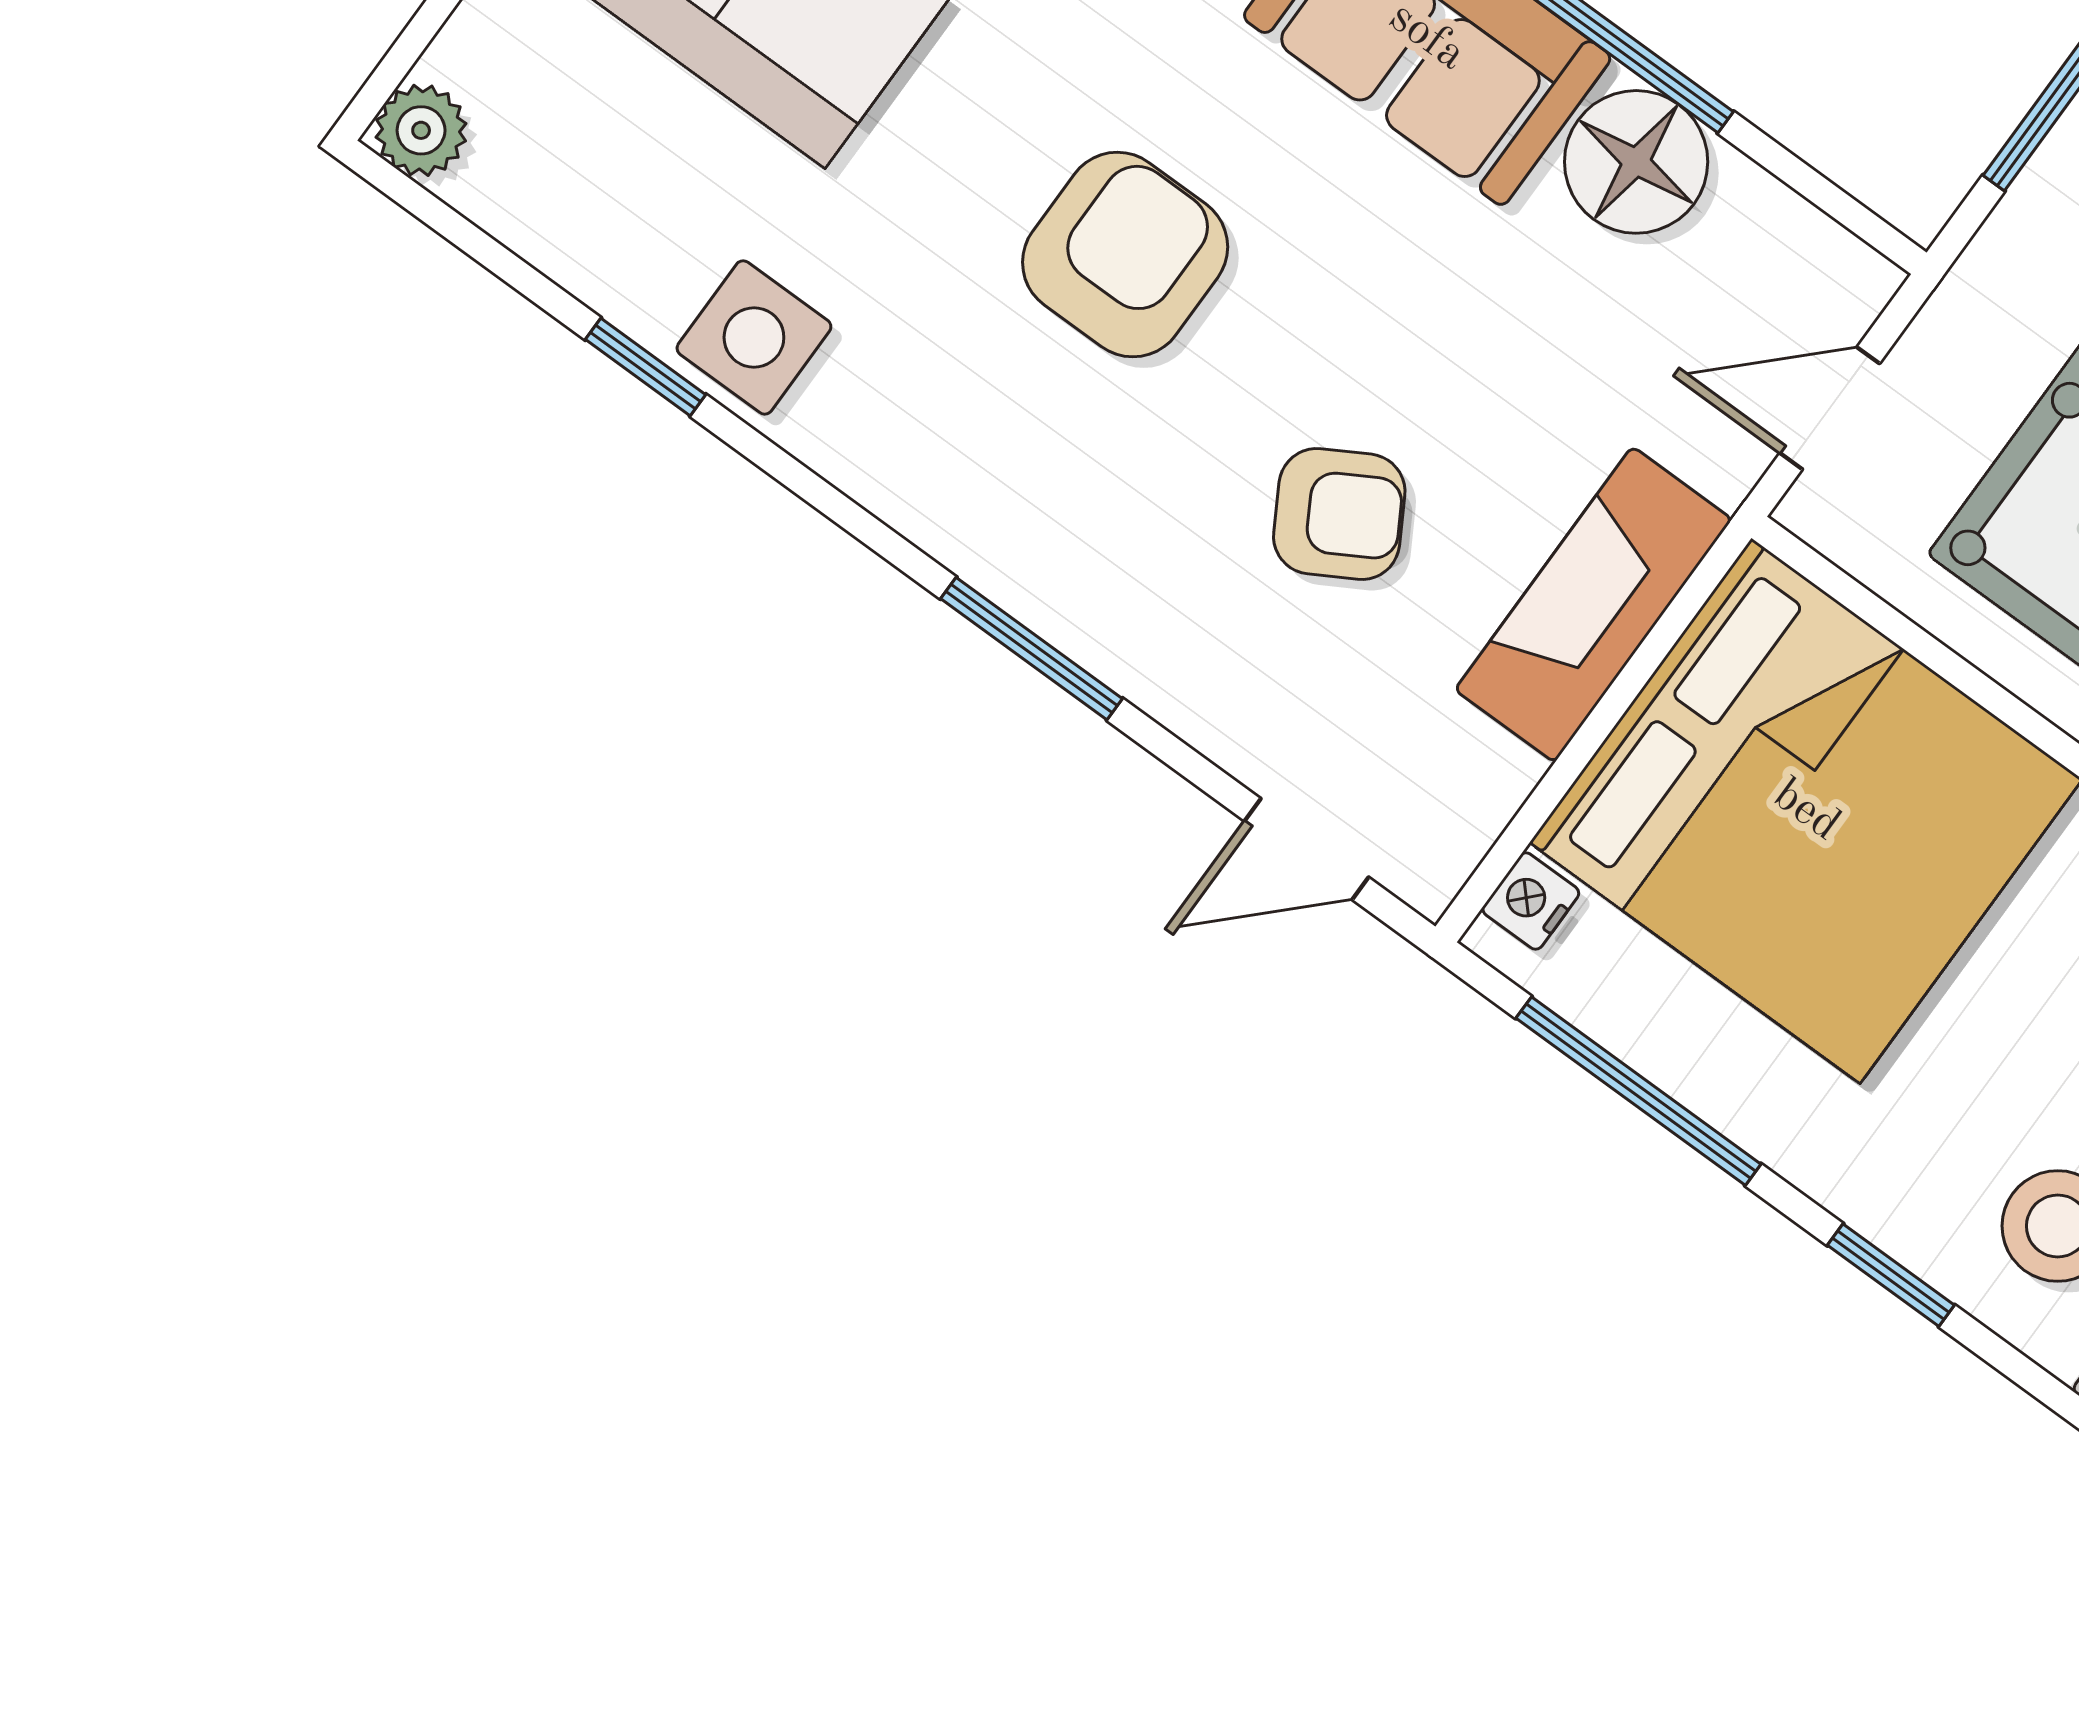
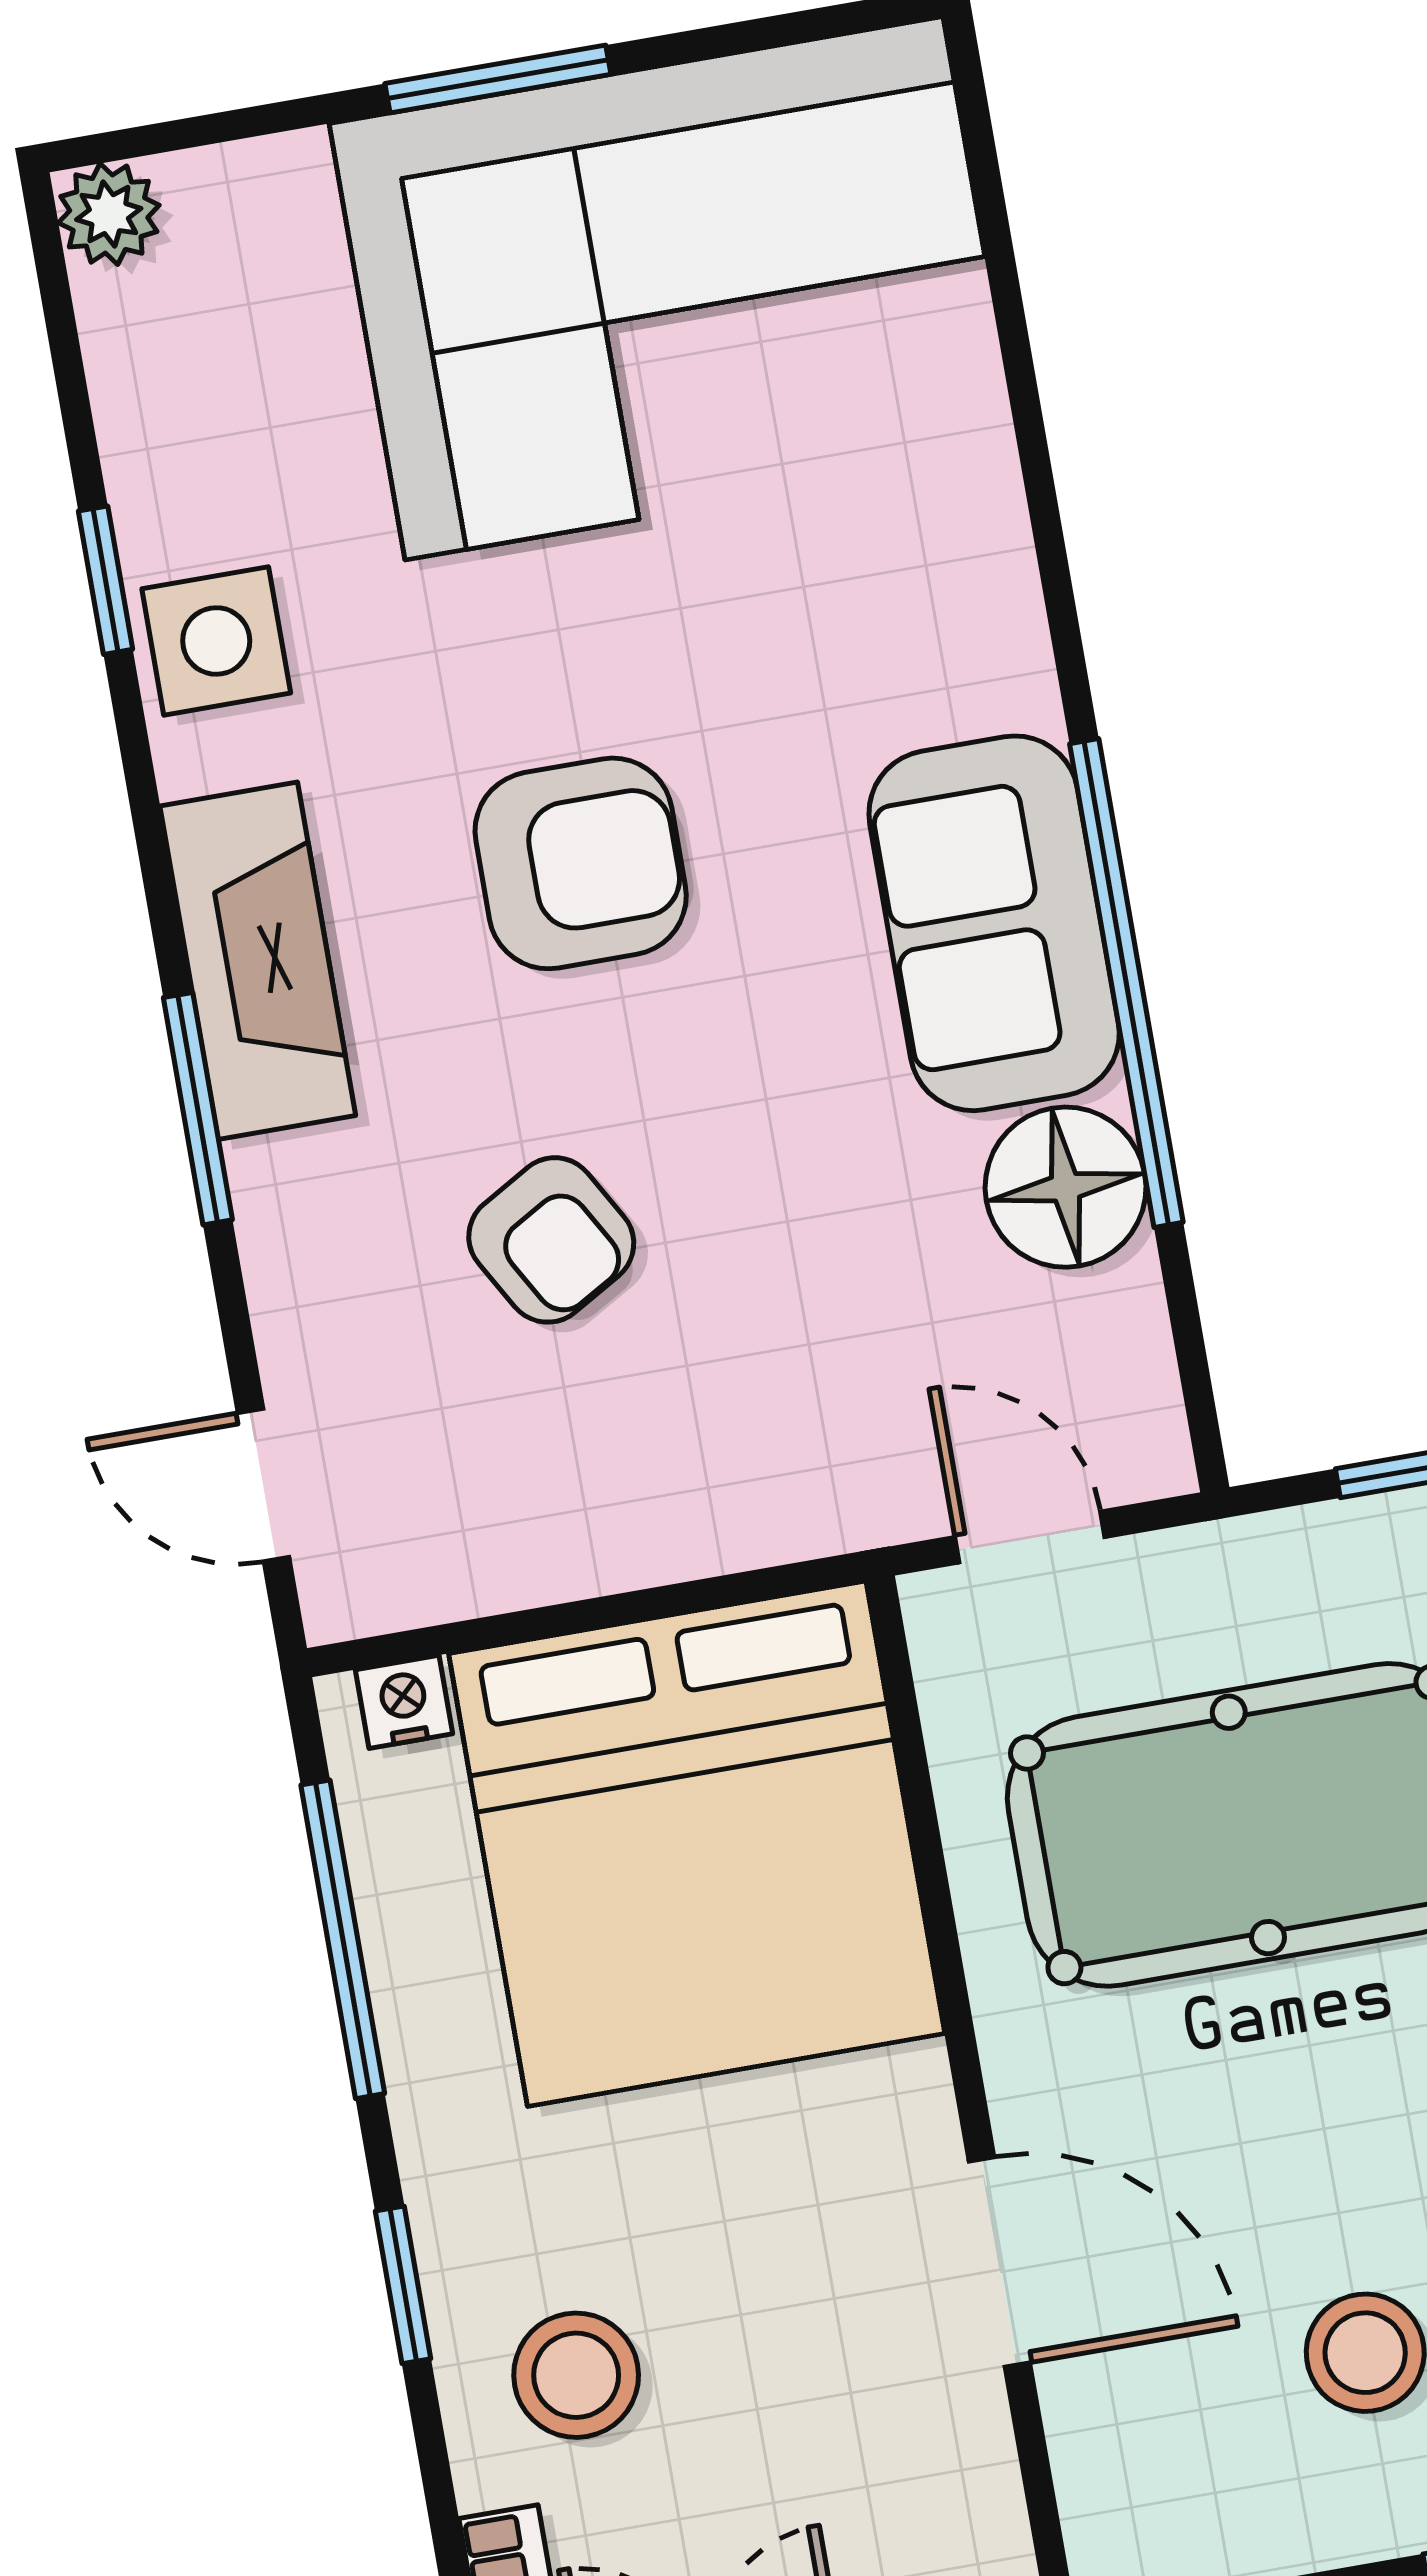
fireplace: (1593, 604) -> (258, 961), moved, turned 90

